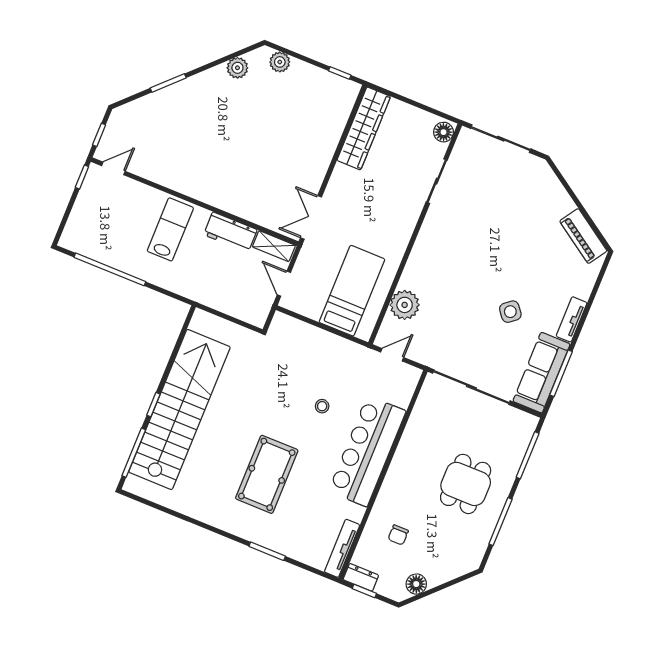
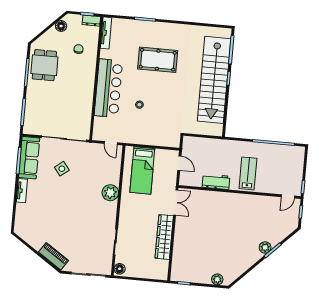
plant: (237, 68) -> (265, 247), moved
wardrobe: (364, 128) -> (164, 237), moved
lab bench: (170, 229) -> (248, 173), turned 180
piano: (583, 236) -> (53, 256), moved
shelving: (274, 246) -> (191, 181), removed
plant: (405, 305) -> (110, 193), moved
side table: (510, 312) -> (62, 169), moved
door: (392, 355) -> (111, 143), hinge flipped
pool table: (267, 474) -> (158, 60), turned 90
dining table: (466, 484) -> (44, 65), moved

